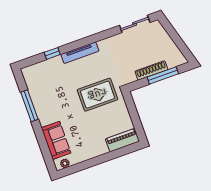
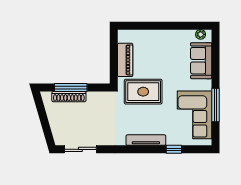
shoe rack: (151, 70) -> (69, 97), moved
corner sofa: (45, 90) -> (195, 115), added
piano: (122, 140) -> (125, 60), moved, turned -90

